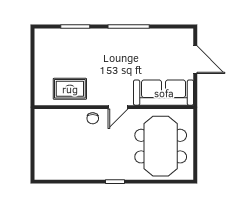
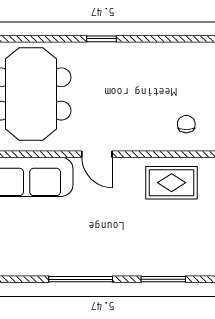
door: (118, 107) -> (97, 154), swing flipped
chair: (93, 118) -> (186, 124), moved

